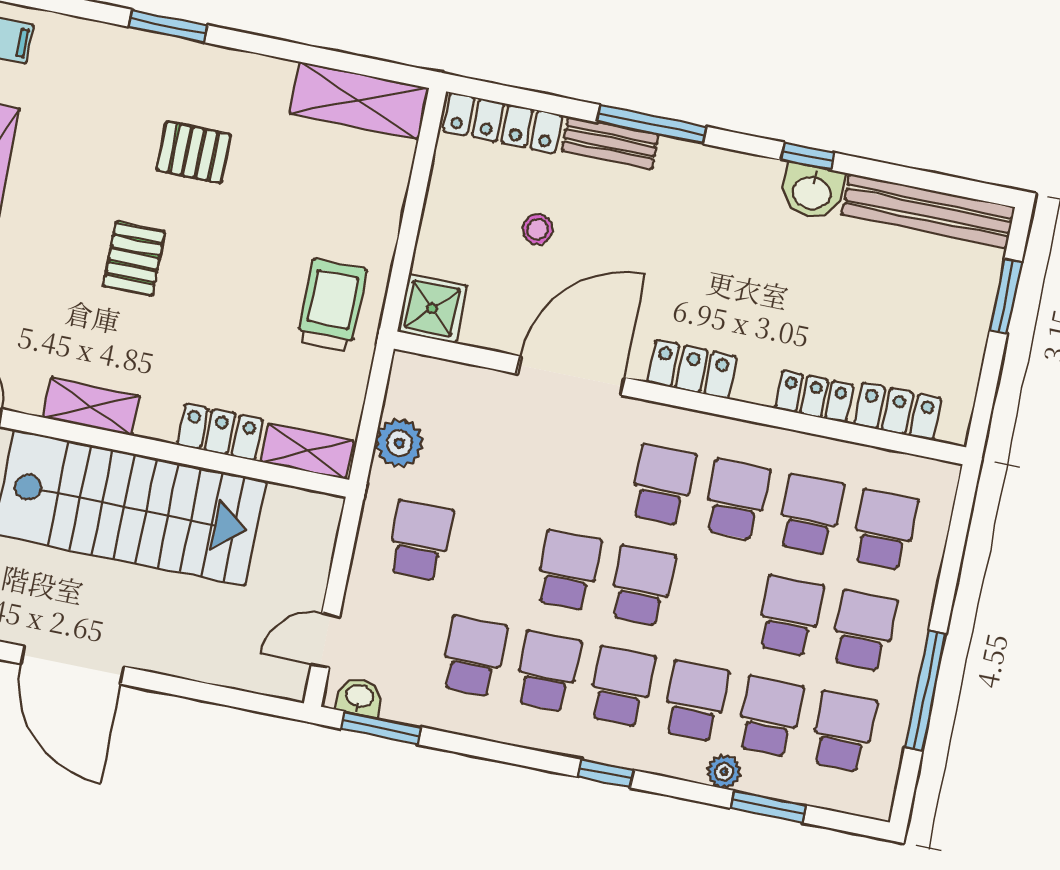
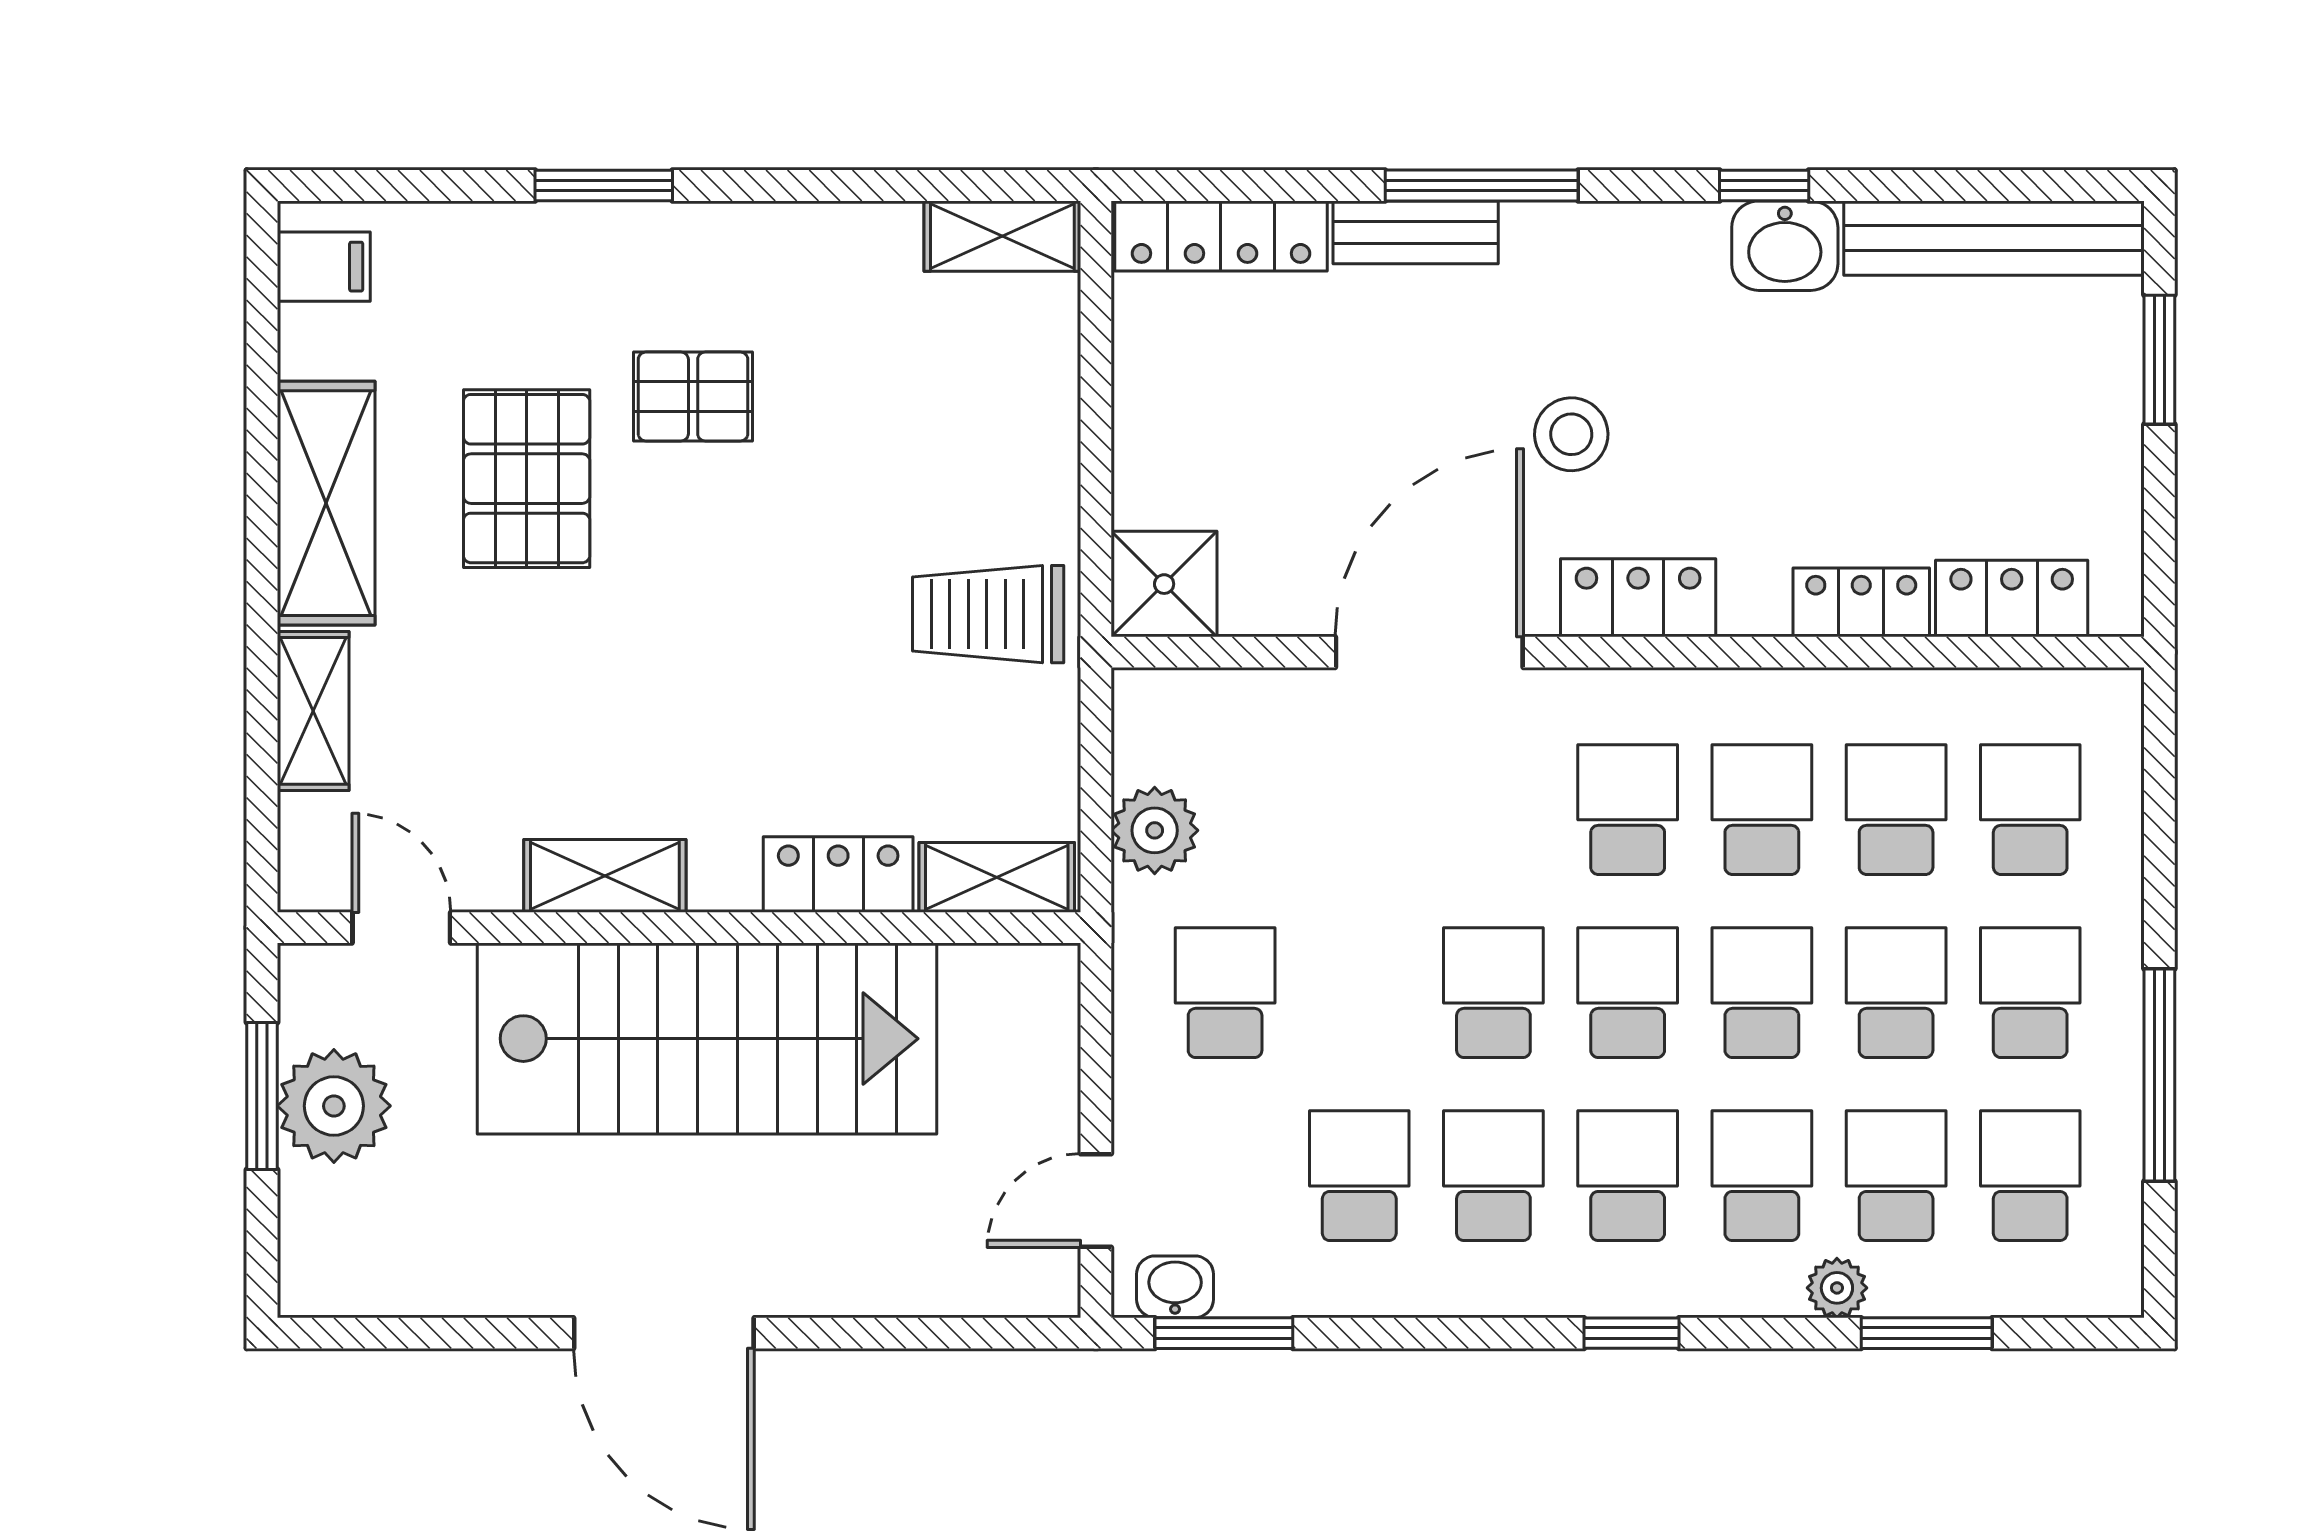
shelving: (359, 101) -> (1002, 236), width x0.67, depth x0.75
stool: (538, 229) -> (1571, 434), moved, width x1.37, depth x1.37
pallet: (134, 259) -> (527, 479), moved, width x1.50, depth x1.42
trolley: (332, 305) -> (988, 614), turned -90
school desk: (716, 601) -> (1762, 993), added

